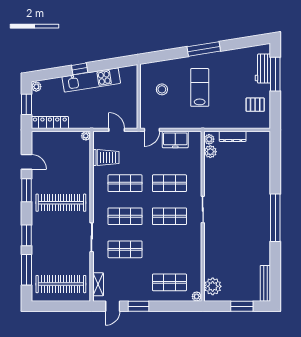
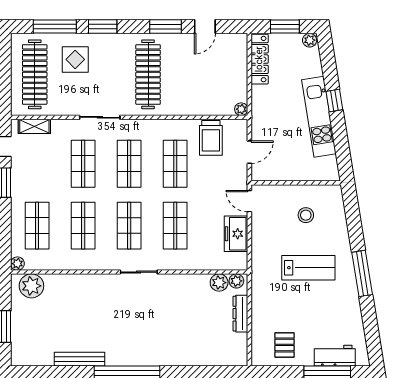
shop shelf: (169, 249) -> (83, 226), added
display table: (50, 255) -> (75, 59), added
bench: (265, 283) -> (79, 359), moved

